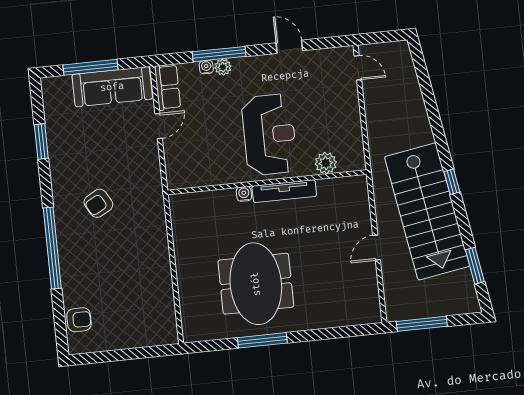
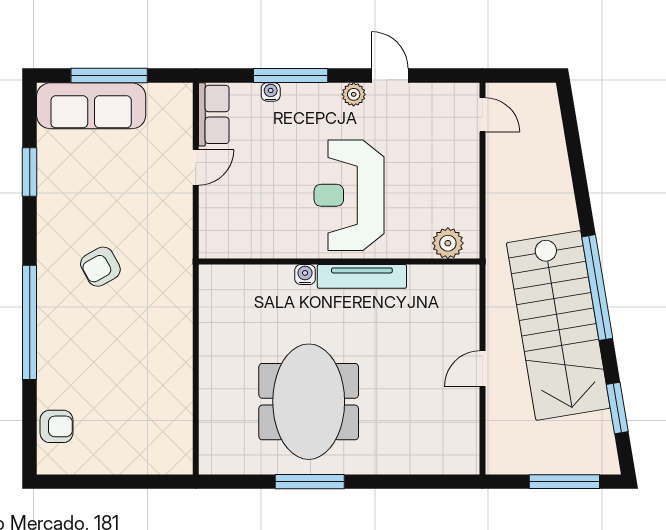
plant: (223, 67) -> (354, 94), moved
sofa: (112, 87) -> (91, 106), moved
reception desk: (269, 135) -> (349, 195), turned 180
plant: (326, 163) -> (448, 243), moved
window: (452, 182) -> (597, 288), width x3.17
window: (422, 324) -> (564, 482), moved

